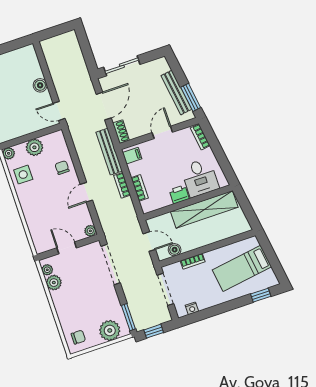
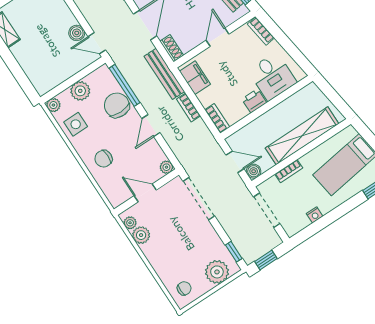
boiler: (40, 85) -> (77, 33), moved
window: (73, 153) -> (125, 85), added
filing cabinet: (132, 156) -> (195, 78), width x2.00
chair: (62, 168) -> (117, 105), width x1.87, depth x1.87
bookcase: (140, 188) -> (217, 118), moved
shelving: (204, 209) -> (302, 136), moved
chair: (39, 210) -> (103, 159), added
boiler: (175, 250) -> (254, 171), moved
nightstand: (192, 308) -> (315, 215), moved
window: (128, 317) -> (234, 252), width x0.67

